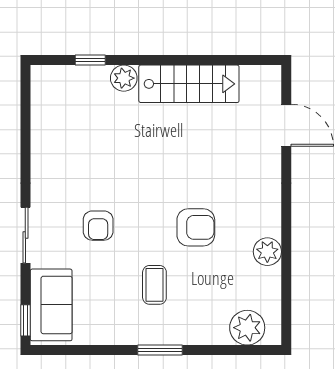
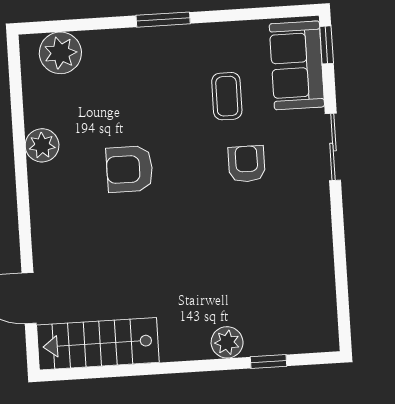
stairs: (189, 84) -> (98, 344), moved
coffee table: (154, 285) -> (227, 96), moved

